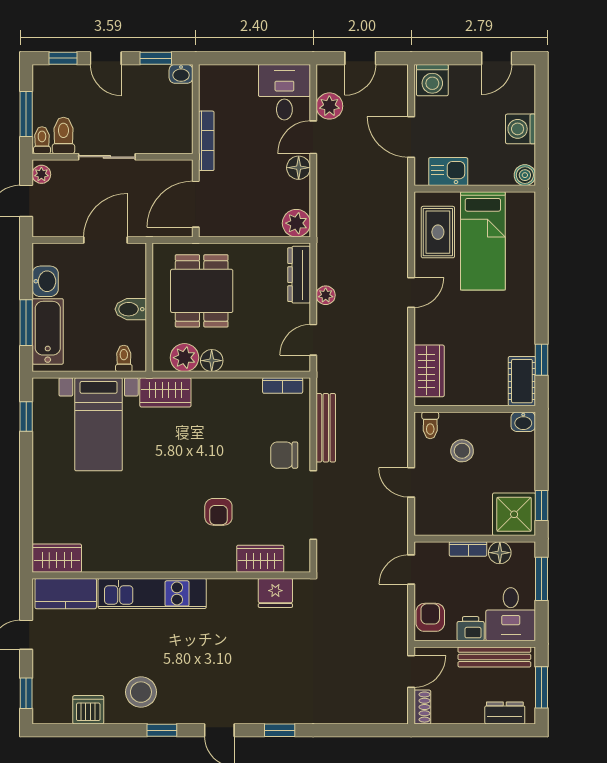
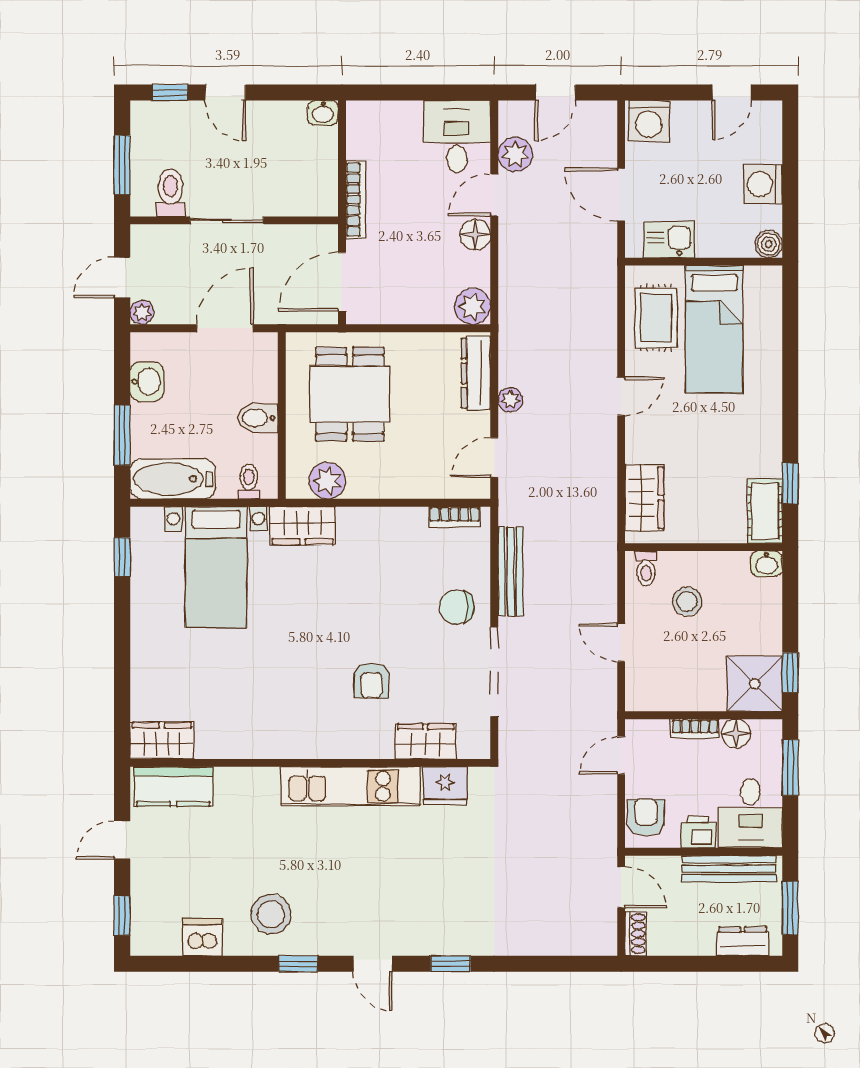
window: (156, 58) -> (290, 92), removed
toilet: (42, 140) -> (143, 199), removed
plant: (41, 174) -> (142, 313), moved
bathtub: (48, 331) -> (173, 479), moved, turned -90
floor lamp: (212, 361) -> (363, 484), removed
kitchen unit: (152, 593) -> (351, 786), moved
door: (411, 671) -> (621, 887), hinge flipped

